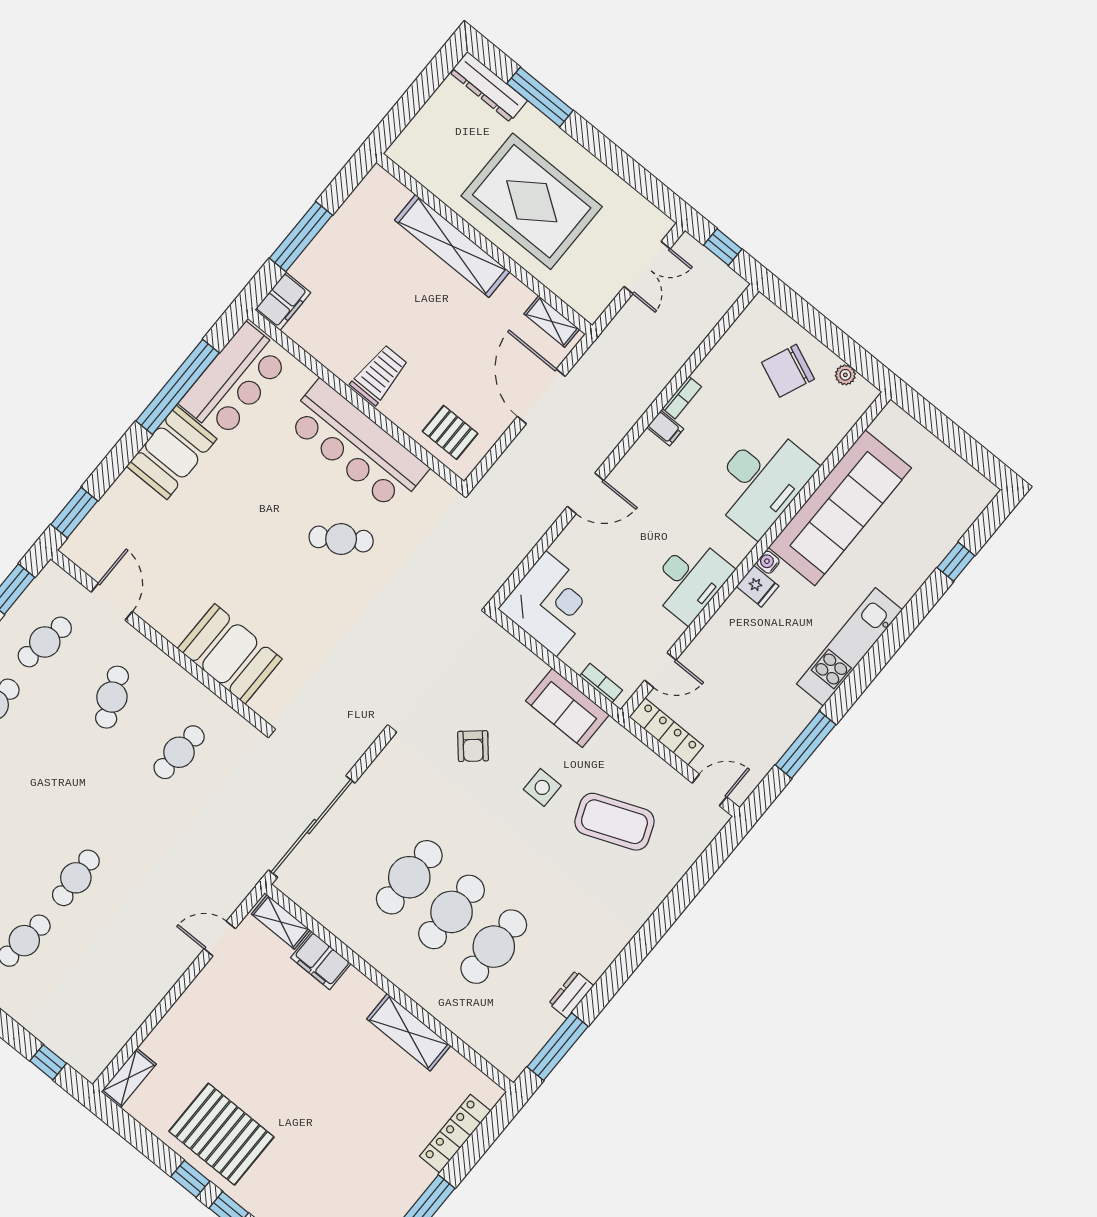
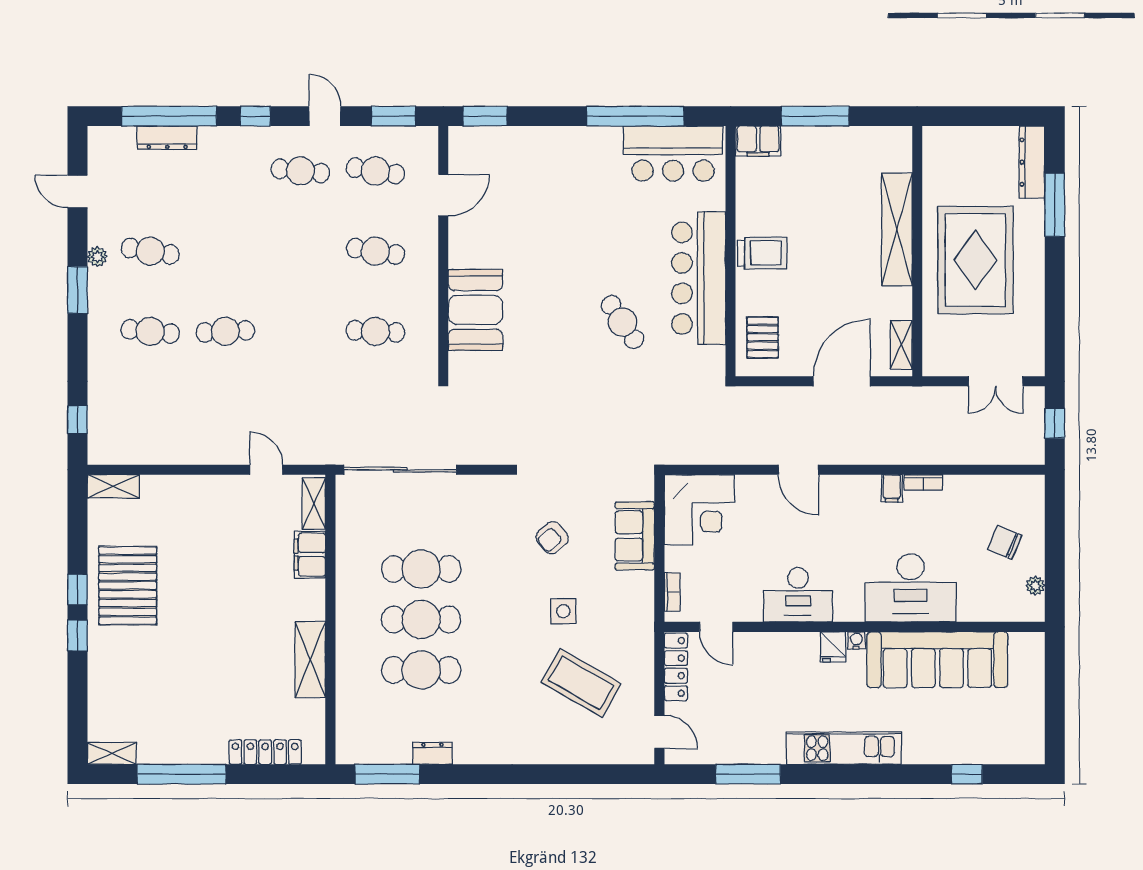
chair: (788, 371) -> (1005, 542), width x0.73, depth x0.73
booth: (172, 452) -> (585, 150), removed
cafe table: (112, 697) -> (375, 251), turned 33
sofa: (567, 708) -> (635, 536), moved
coffee table: (614, 822) -> (581, 683), turned -38

